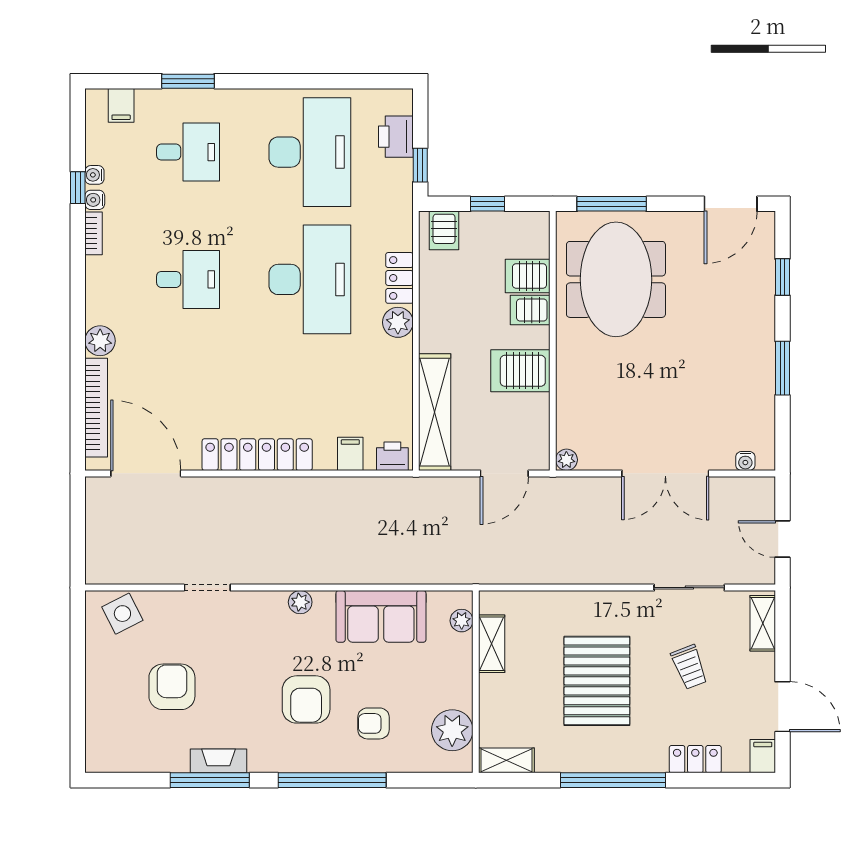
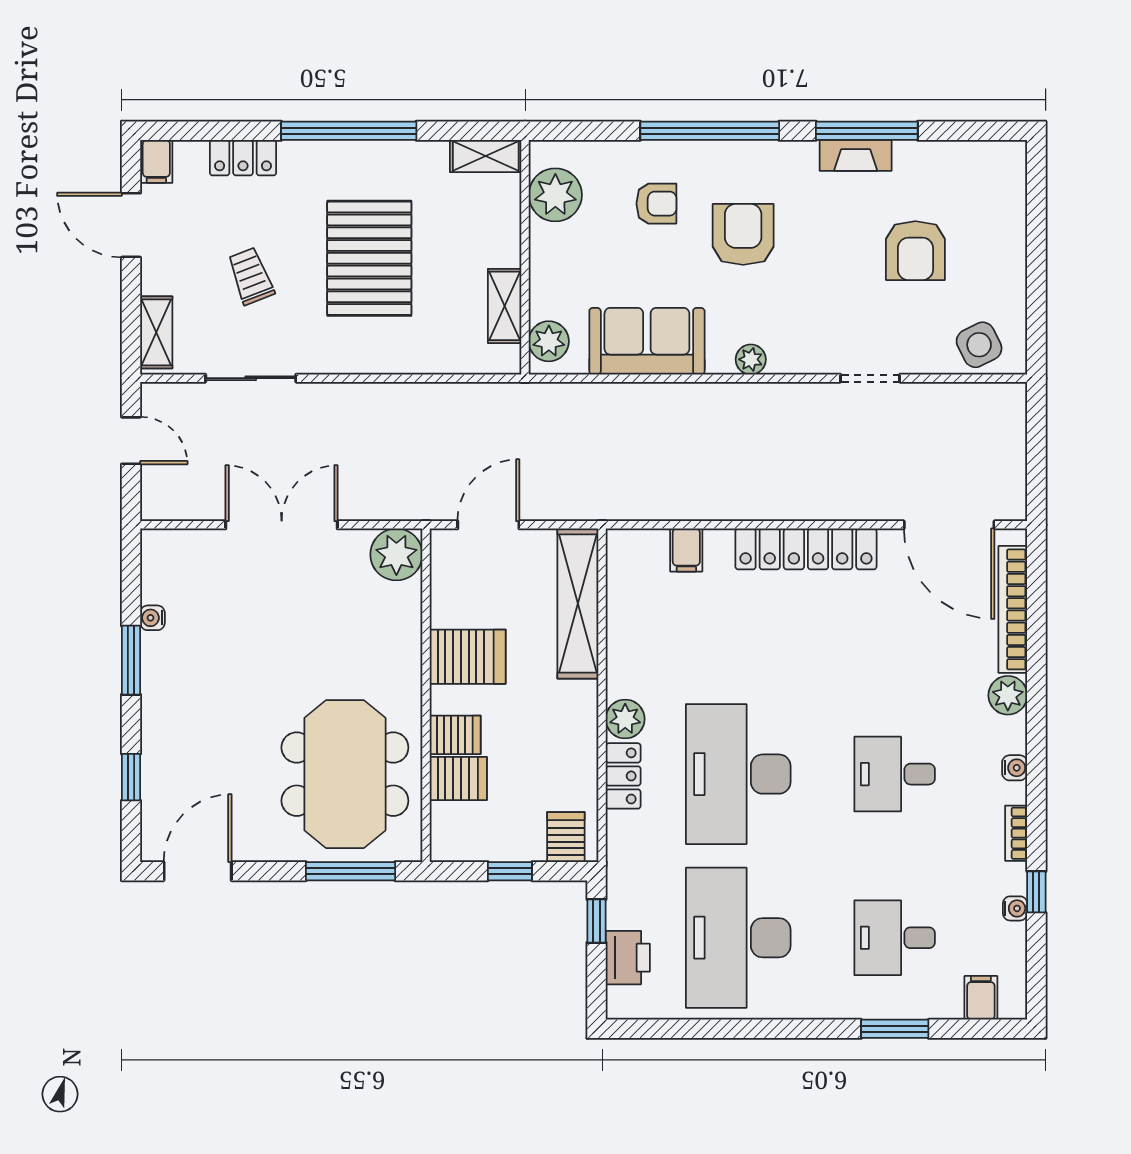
water cooler: (95, 200) -> (1015, 768), moved
printer: (392, 456) -> (632, 547), removed
plant: (566, 460) -> (396, 554), width x1.87, depth x1.87
water cooler: (745, 461) -> (152, 618), moved, turned -90
plant: (462, 621) -> (549, 341), width x1.38, depth x1.38

